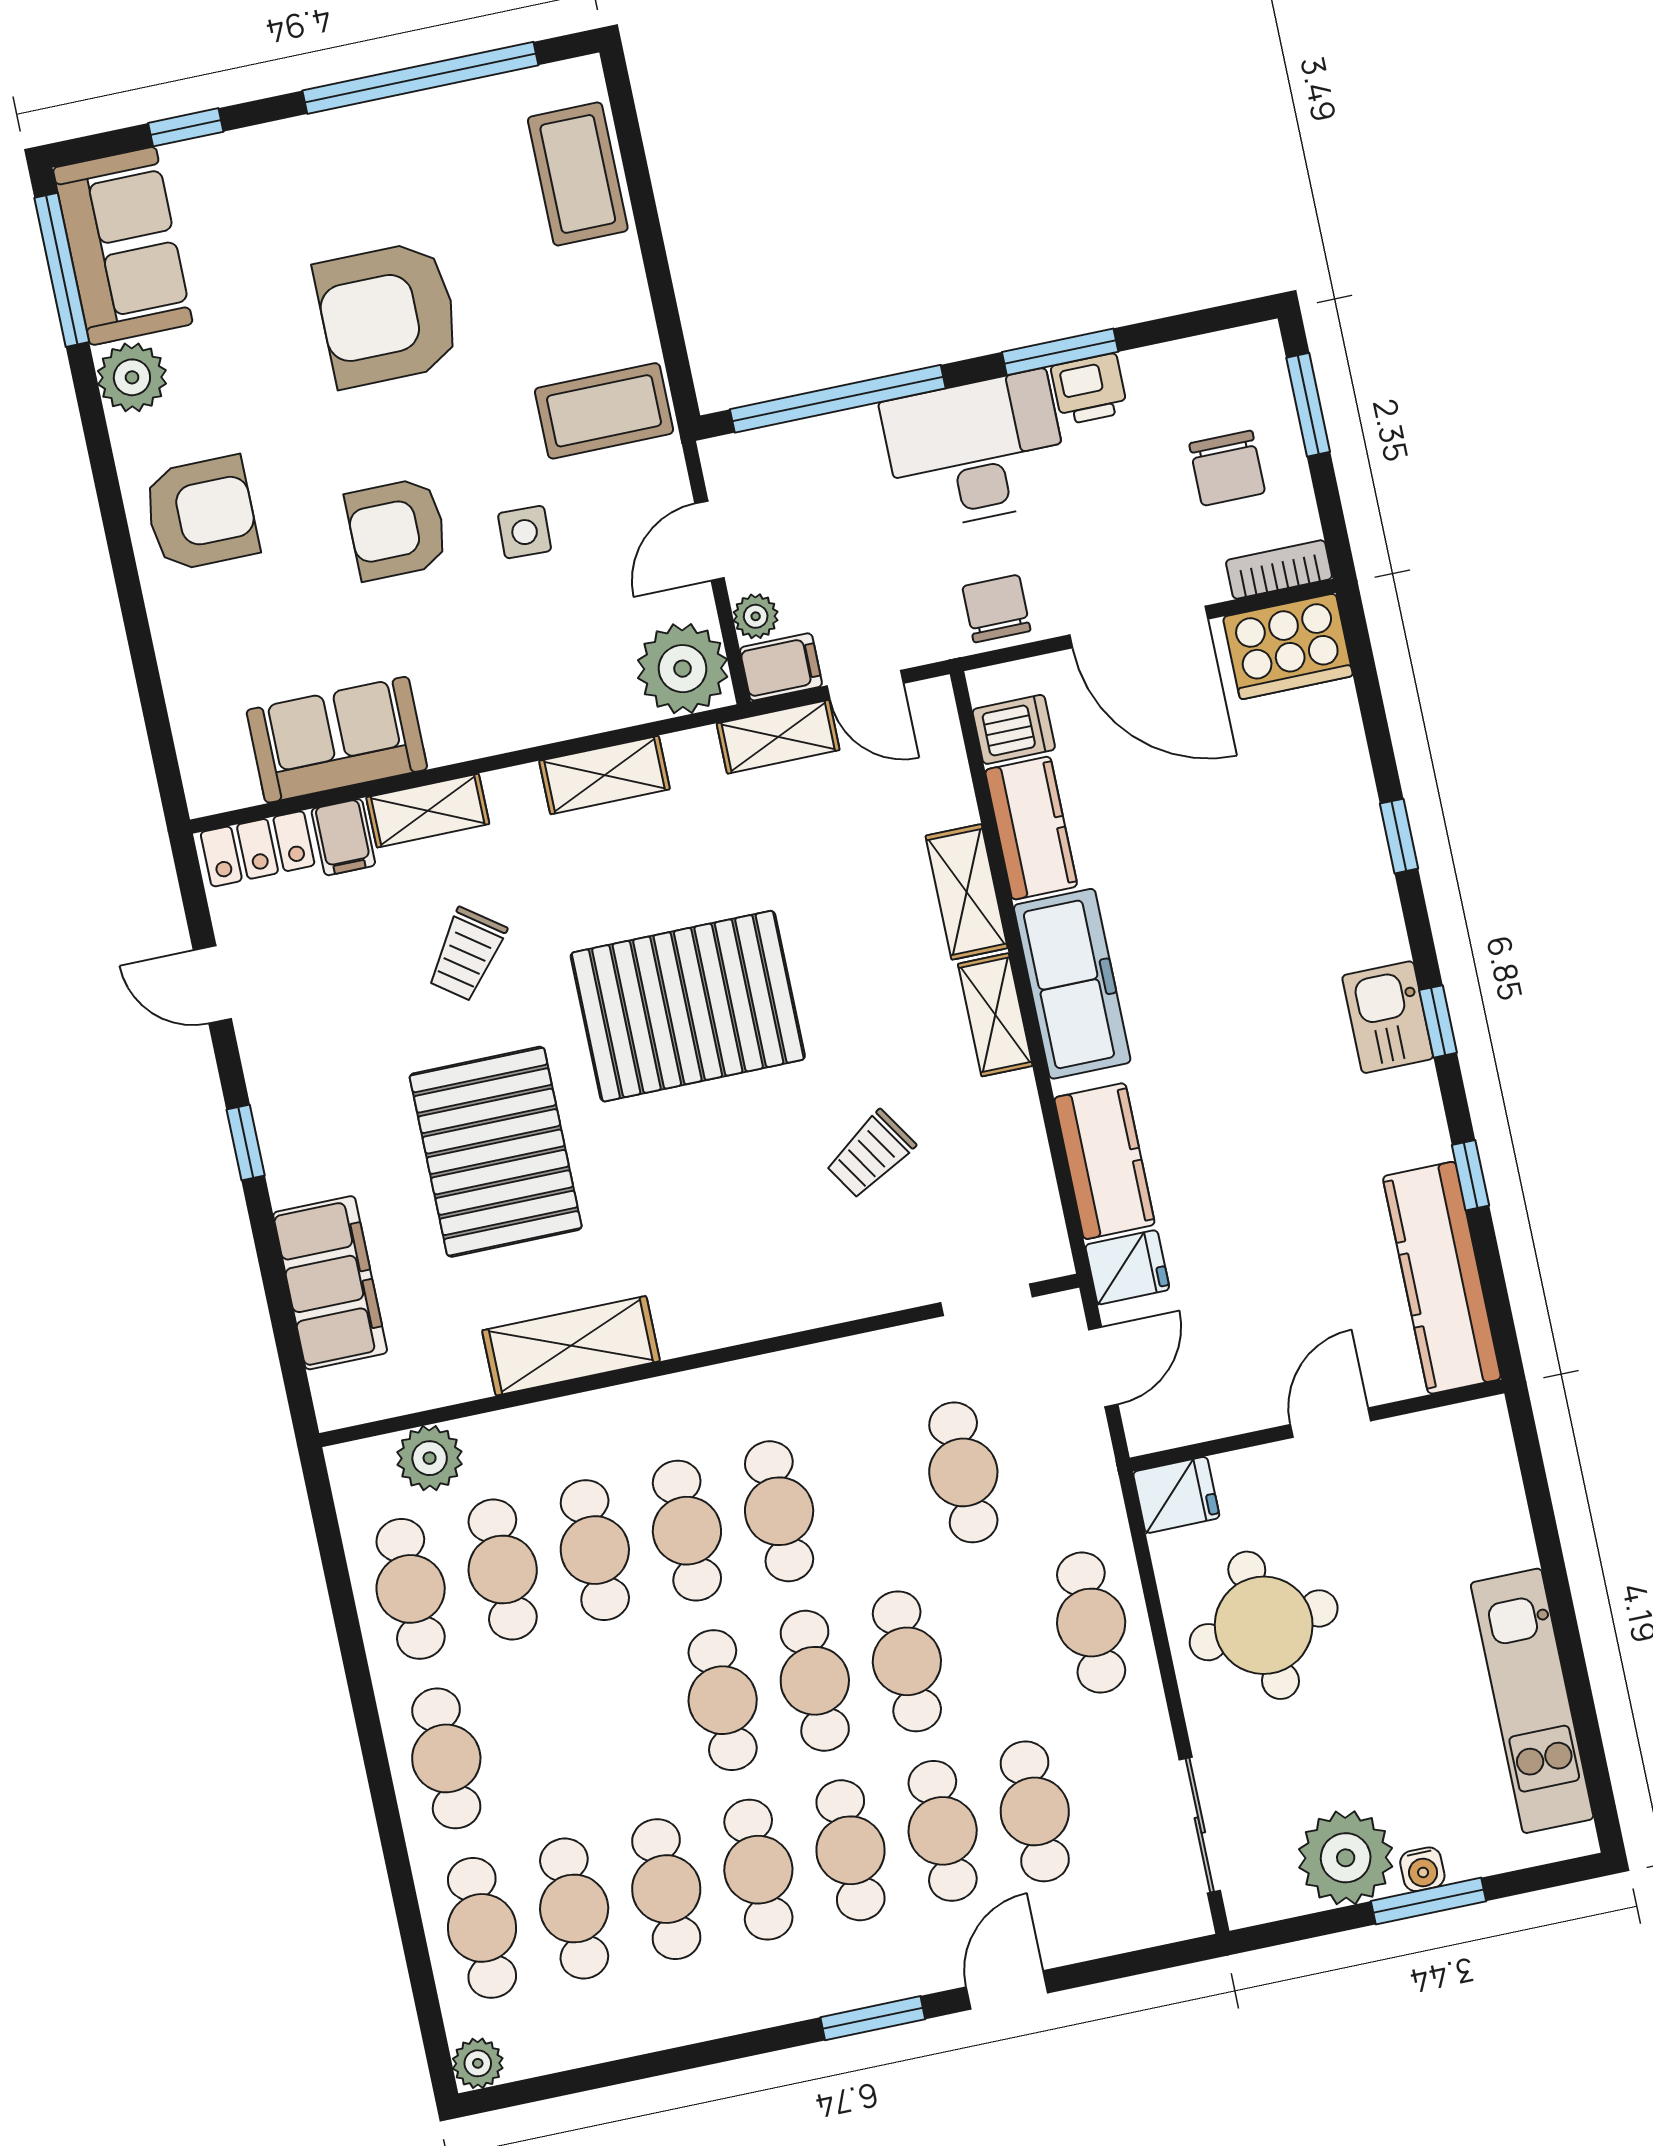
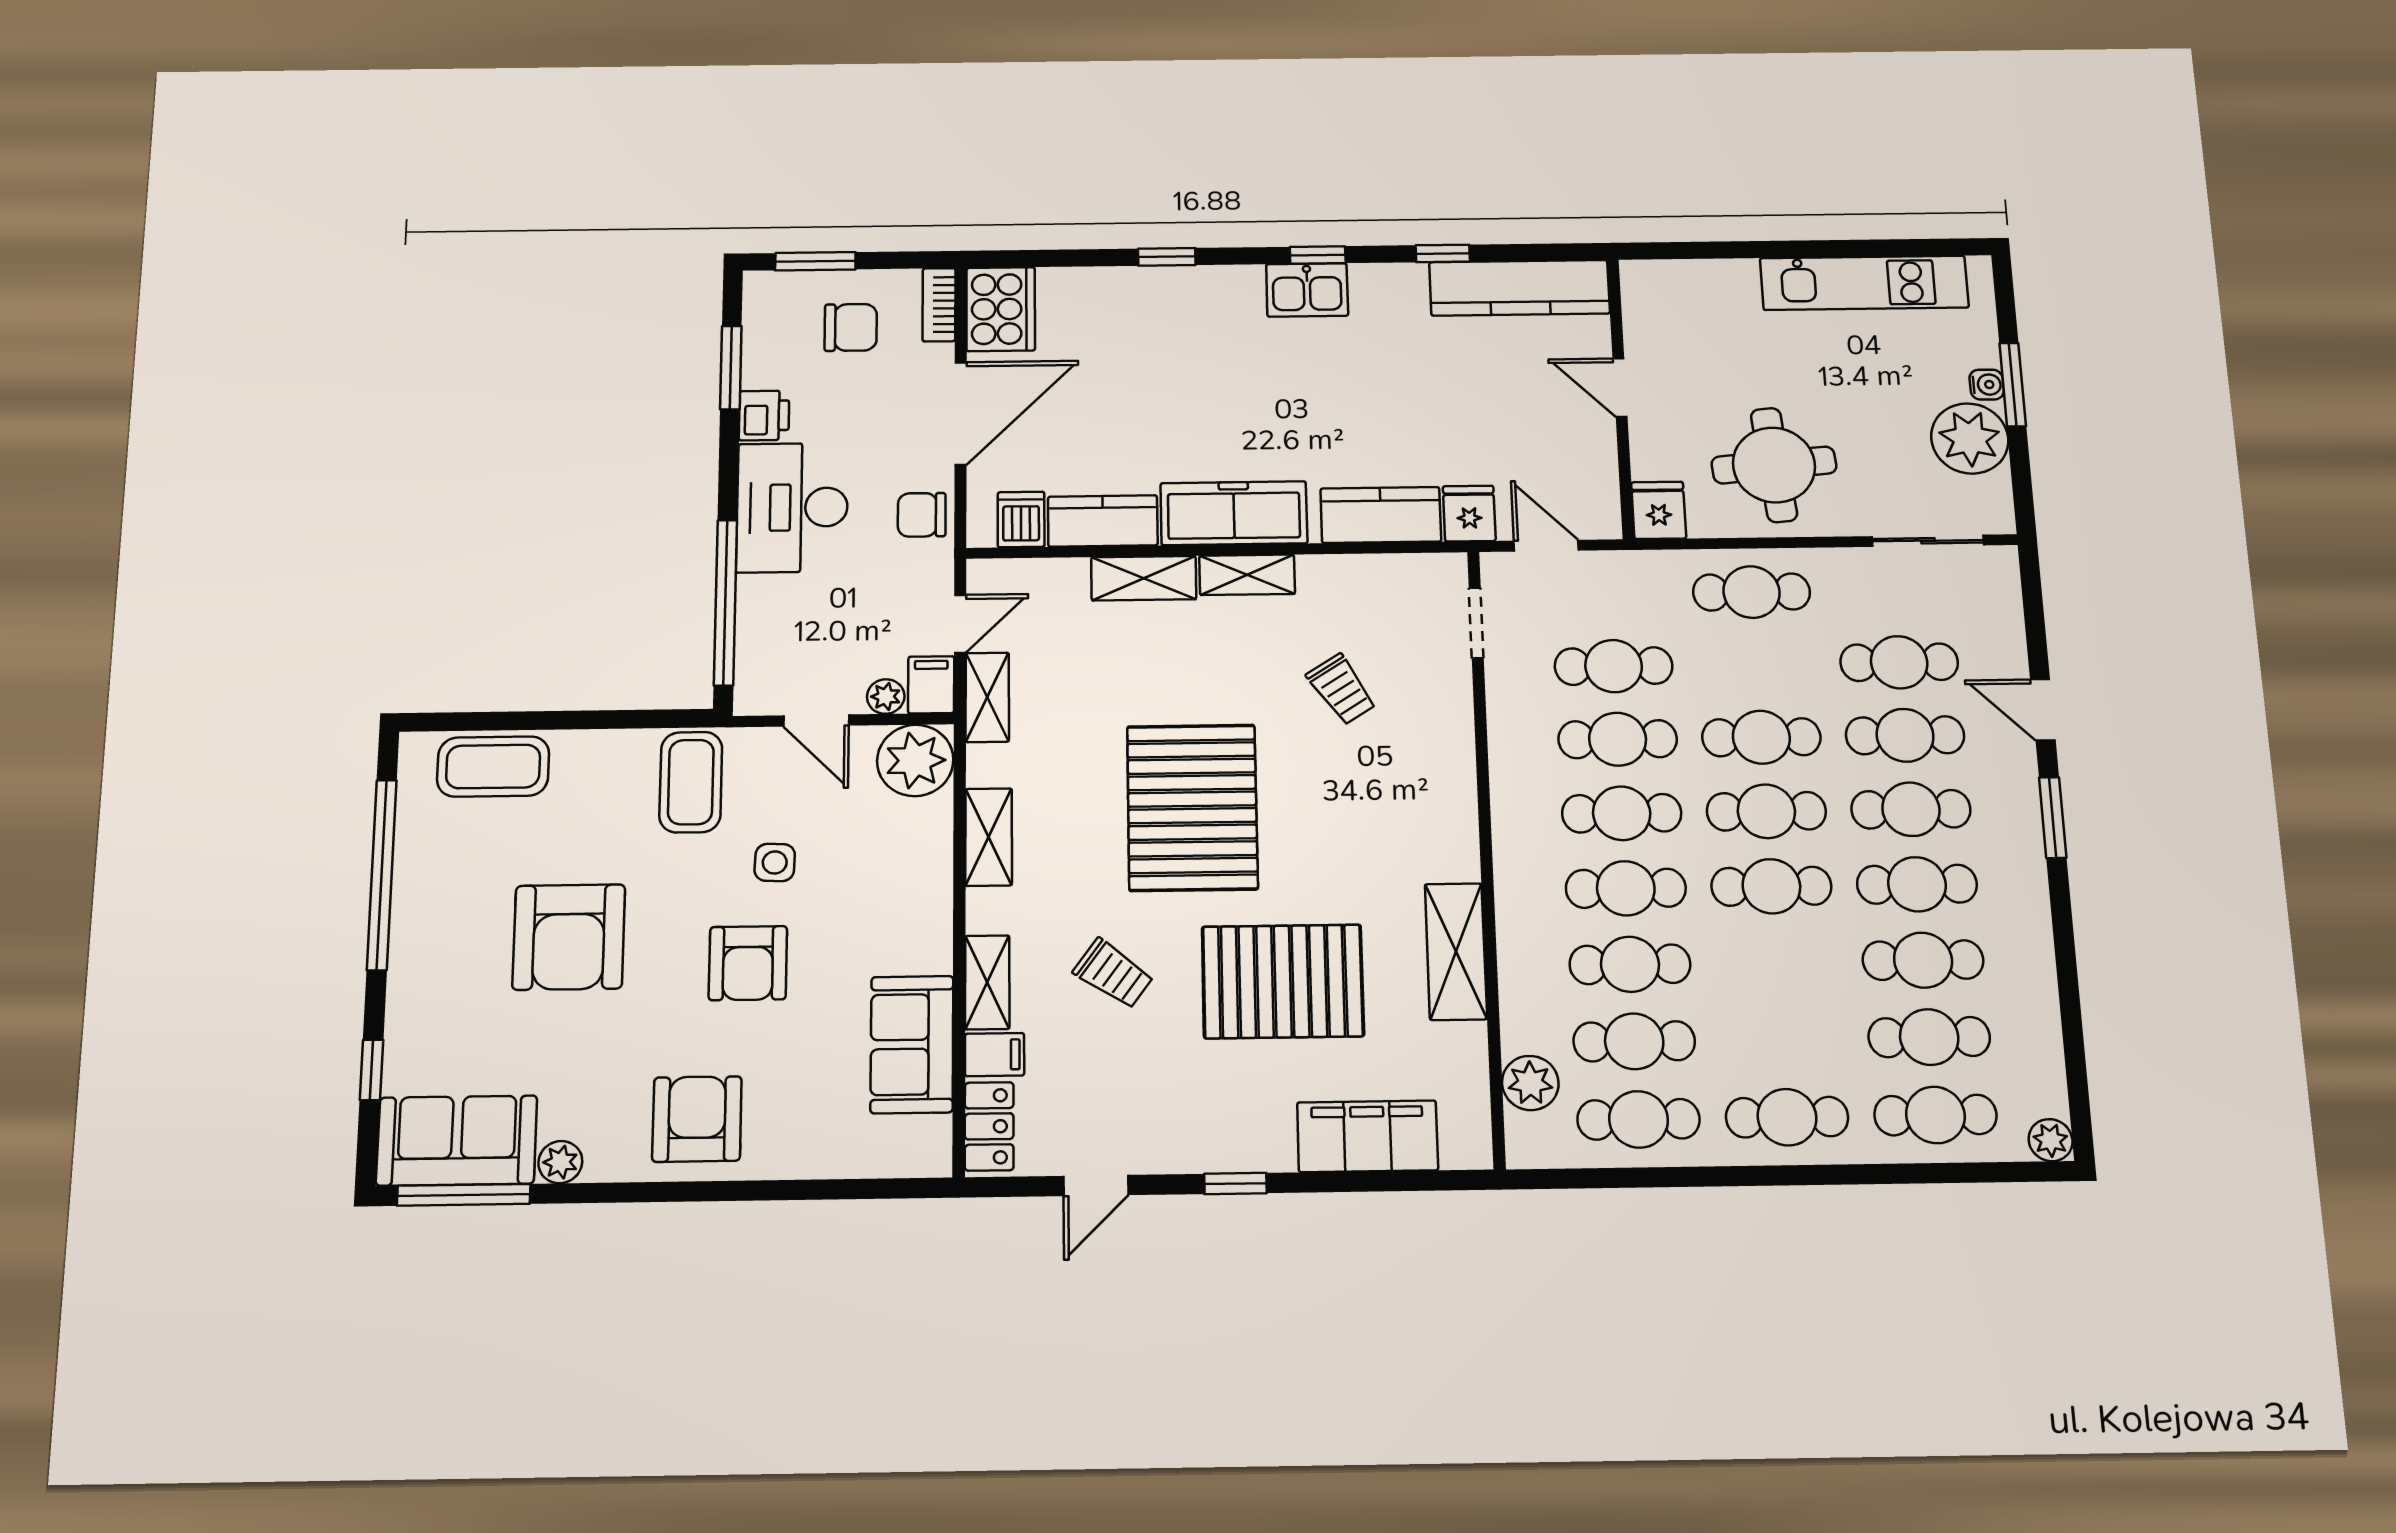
window: (1060, 352) -> (731, 368), moved
plant: (132, 377) -> (560, 1162), width x0.73, depth x0.73
cafe table: (871, 1492) -> (1618, 739), added

